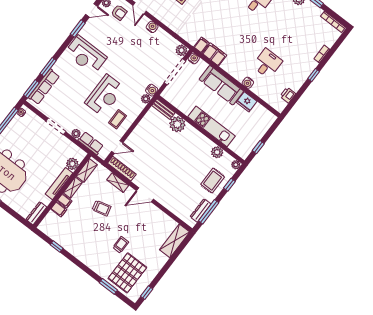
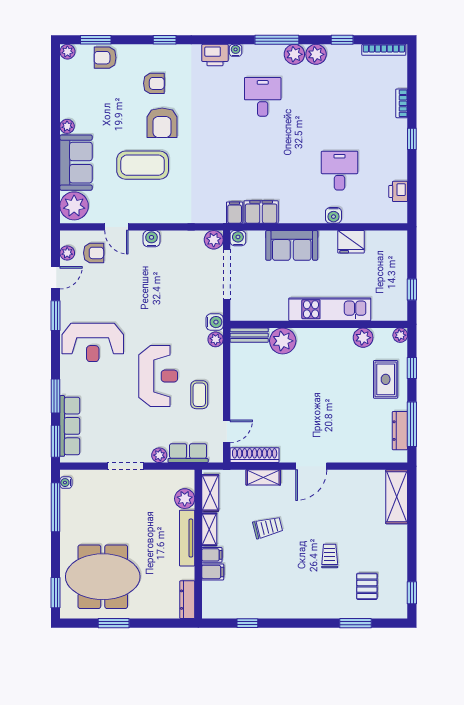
sofa: (221, 85) -> (292, 245), width x0.73
pallet: (127, 273) -> (367, 586), width x0.49, depth x0.50

